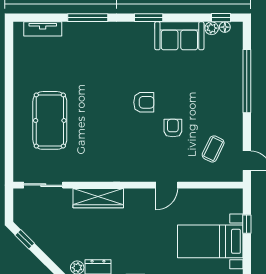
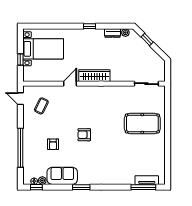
window: (88, 18) -> (143, 187), moved
pool table: (50, 120) -> (142, 123), turned 90
armchair: (173, 128) -> (53, 144), moved
wardrobe: (98, 198) -> (94, 76), moved
window: (25, 239) -> (147, 40), moved

